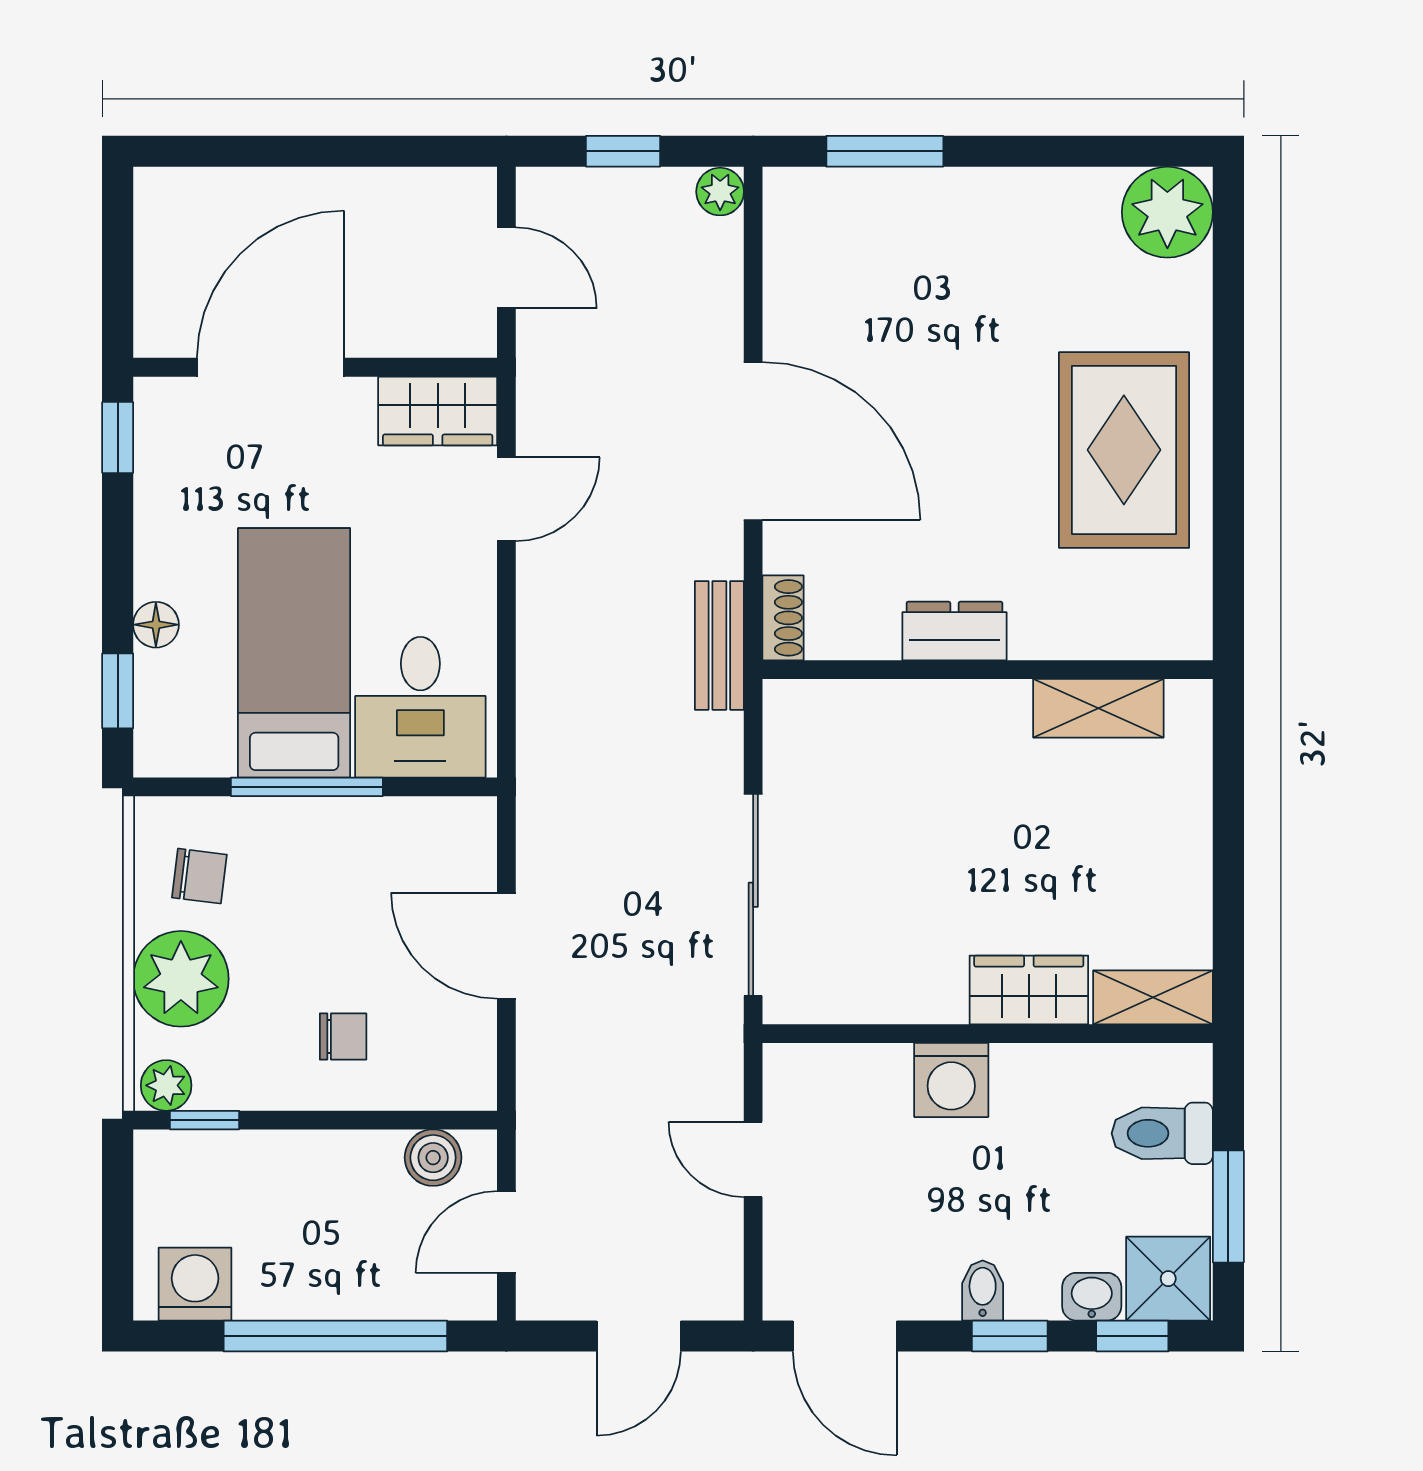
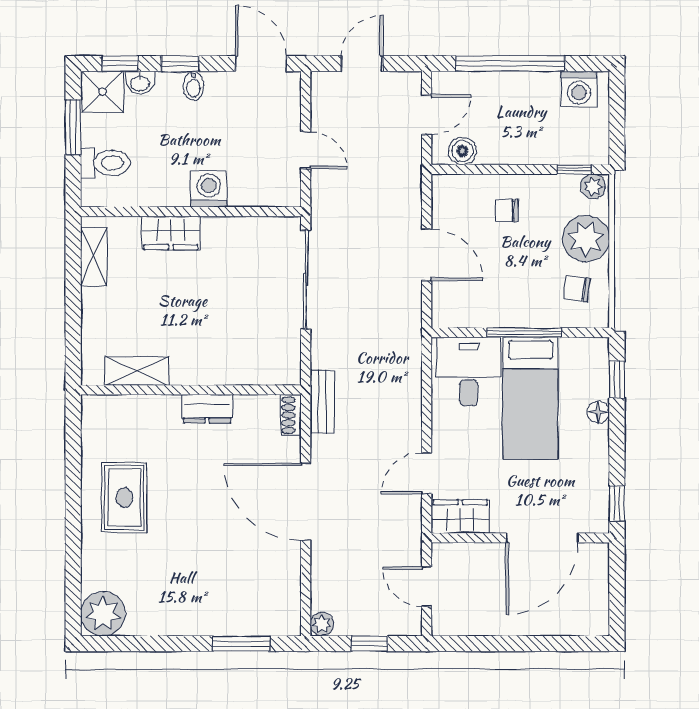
rug: (1124, 450) -> (124, 497), width x0.73, depth x0.70
shelving: (1153, 997) -> (94, 257), moved, turned 90

